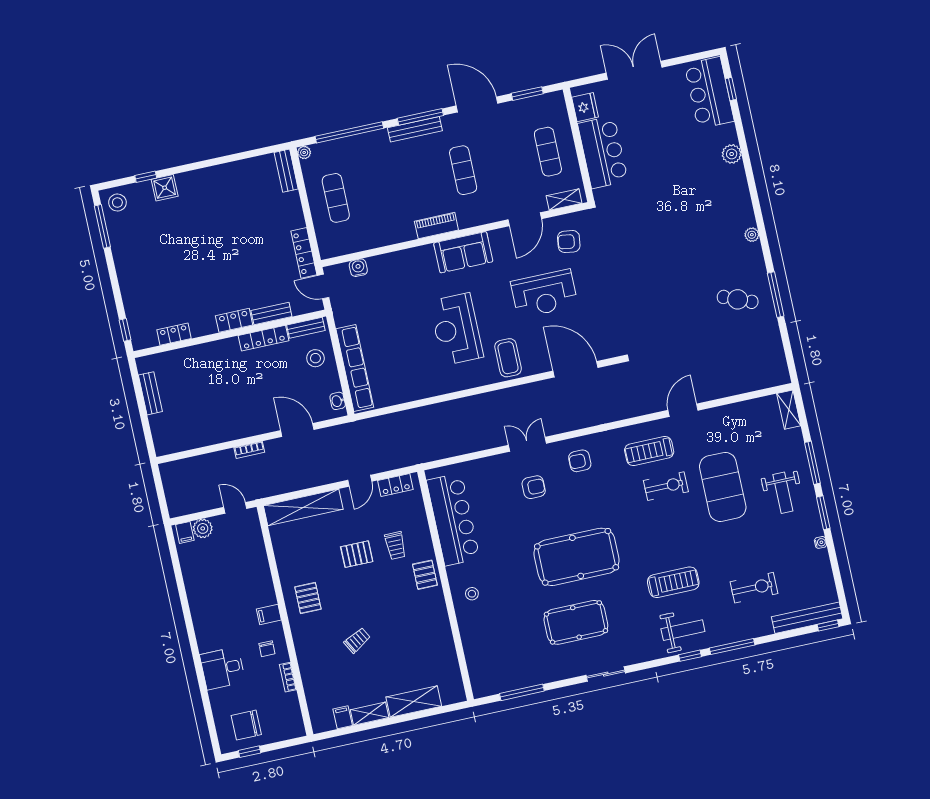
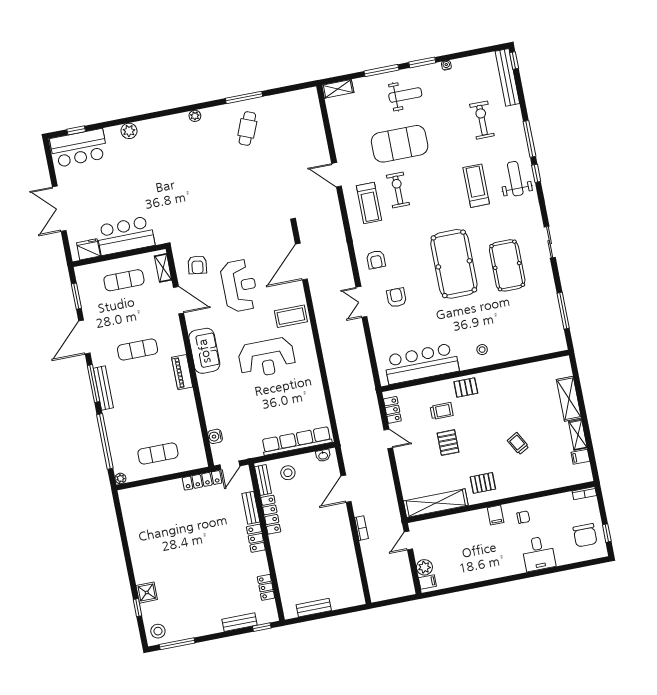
bench: (286, 171) -> (239, 622), moved
shelving: (303, 507) -> (436, 503), moved, turned 90
bookcase: (288, 677) -> (584, 493), moved

